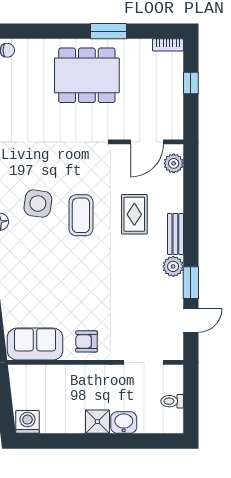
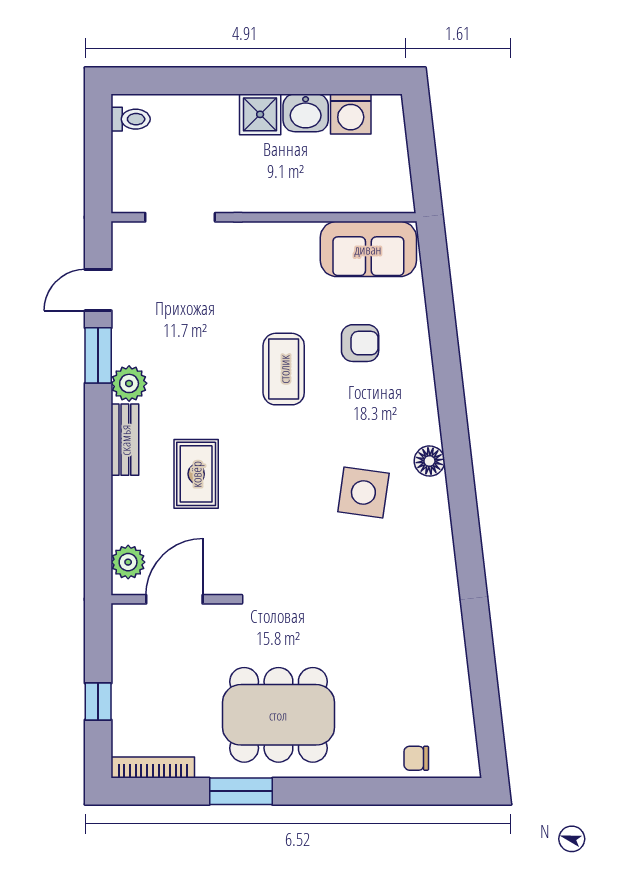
bookcase: (168, 45) -> (153, 768), width x1.56
coffee table: (81, 215) -> (284, 369), moved
armchair: (87, 341) -> (360, 343), moved
toilet: (172, 401) -> (131, 119), moved
washing machine: (27, 422) -> (351, 114), moved
washbasin: (124, 423) -> (306, 113), moved

